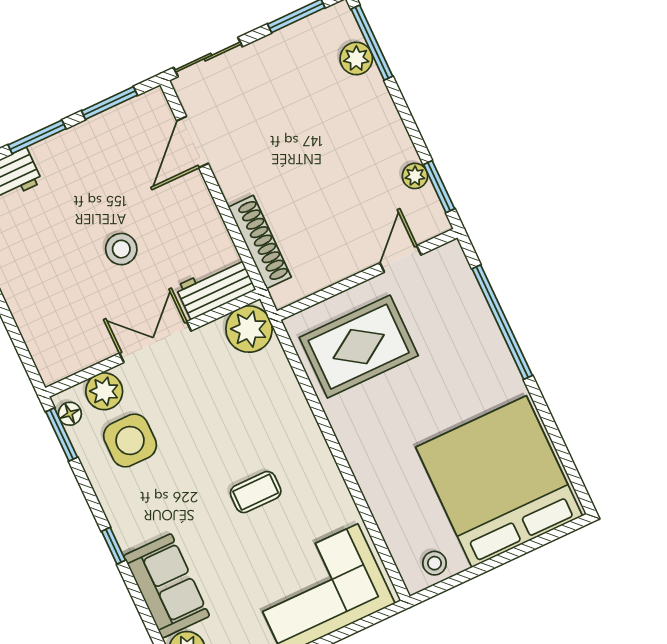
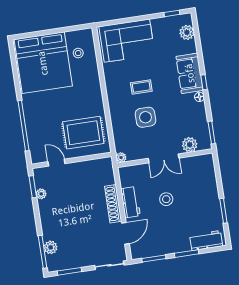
shoe rack: (260, 242) -> (113, 204), moved
door: (400, 259) -> (56, 163), swing flipped
workbench: (216, 288) -> (130, 202), moved, turned -90
plant: (249, 329) -> (121, 158), width x0.53, depth x0.53
floor lamp: (70, 414) -> (199, 97), moved
side table: (130, 440) -> (145, 117), moved
stool: (434, 563) -> (78, 53), moved
sofa: (167, 586) -> (190, 73), moved

